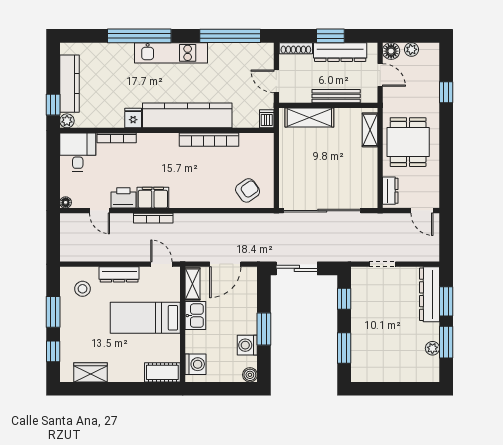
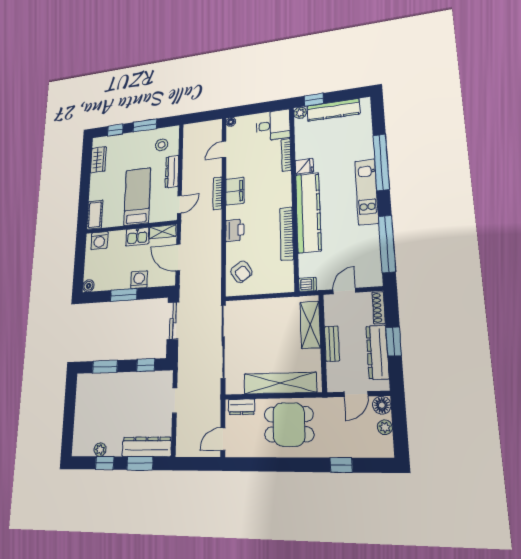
bench: (336, 96) -> (332, 344), width x0.73
shelving: (370, 130) -> (280, 383), width x2.20, depth x1.33
printer: (123, 198) -> (235, 230), moved
window: (446, 342) -> (105, 463), width x0.67
washing machine: (247, 345) -> (139, 280), moved

